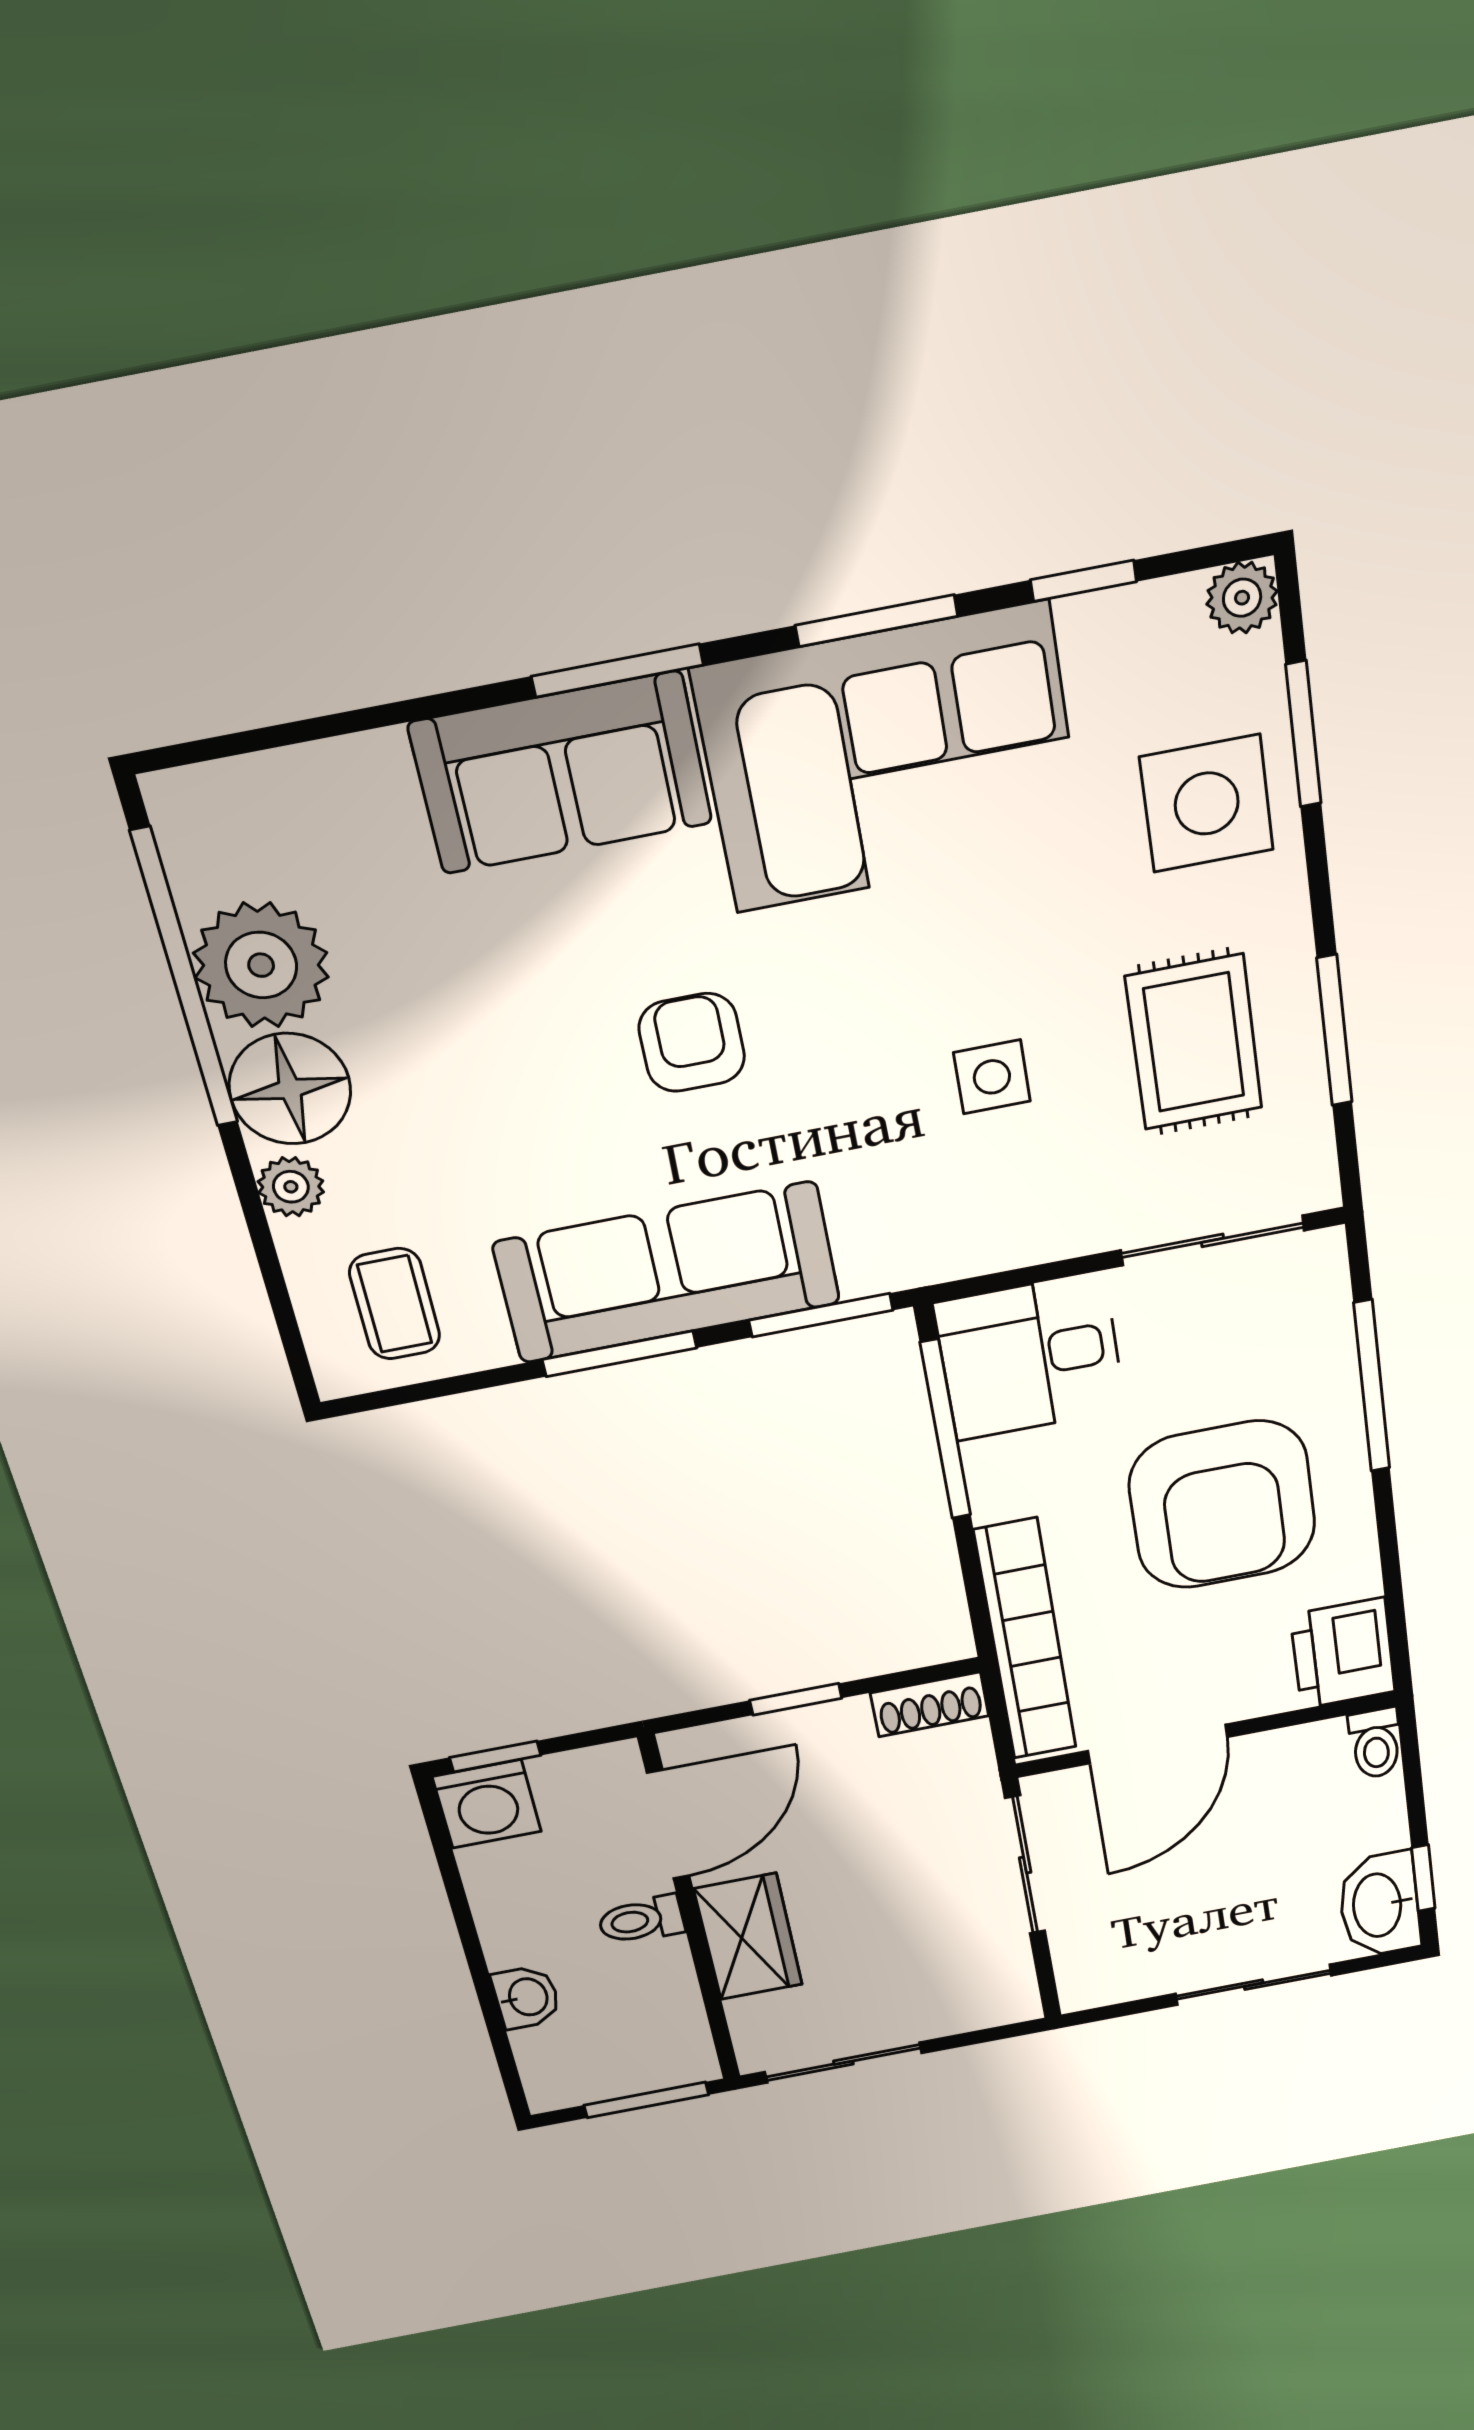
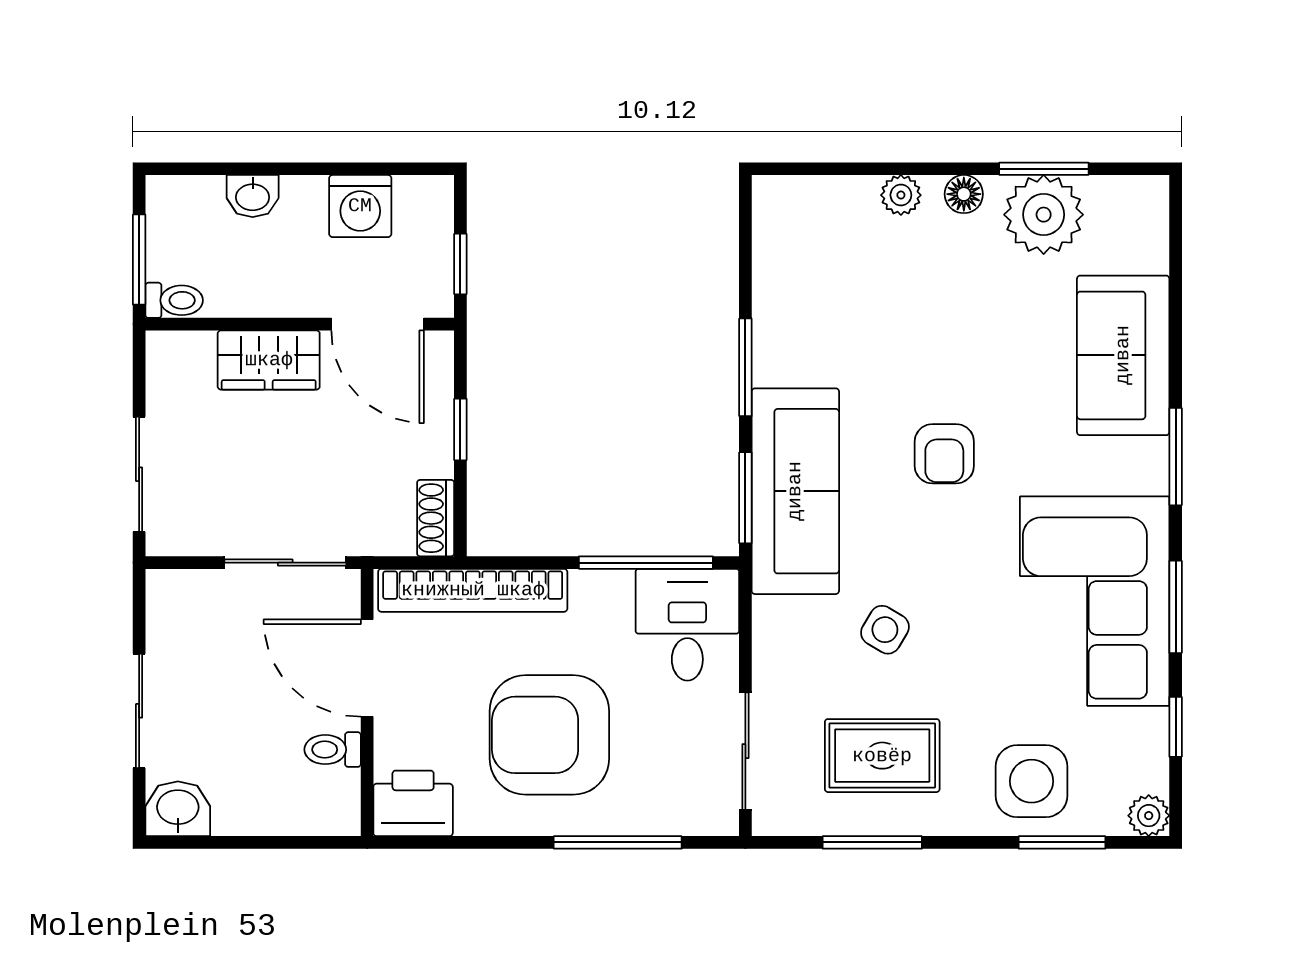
sofa: (561, 773) -> (1123, 355), moved
window: (185, 979) -> (1044, 169), width x0.47
armchair: (692, 1043) -> (944, 454), turned 90
side table: (992, 1077) -> (885, 630), turned 31
floor lamp: (290, 1089) -> (964, 194), width x0.53, depth x0.53
sofa: (667, 1273) -> (795, 491), moved
coffee table: (395, 1304) -> (810, 237), removed
toilet: (1375, 1743) -> (333, 750), moved
window: (495, 1756) -> (460, 264), moved
washing machine: (487, 1804) -> (360, 206), moved, turned -90
window: (1423, 1878) -> (207, 842), removed
washbasin: (1379, 1905) -> (178, 809), width x0.72
toilet: (641, 1920) -> (174, 300), moved, turned 90
sliding door: (843, 2063) -> (139, 474), moved

